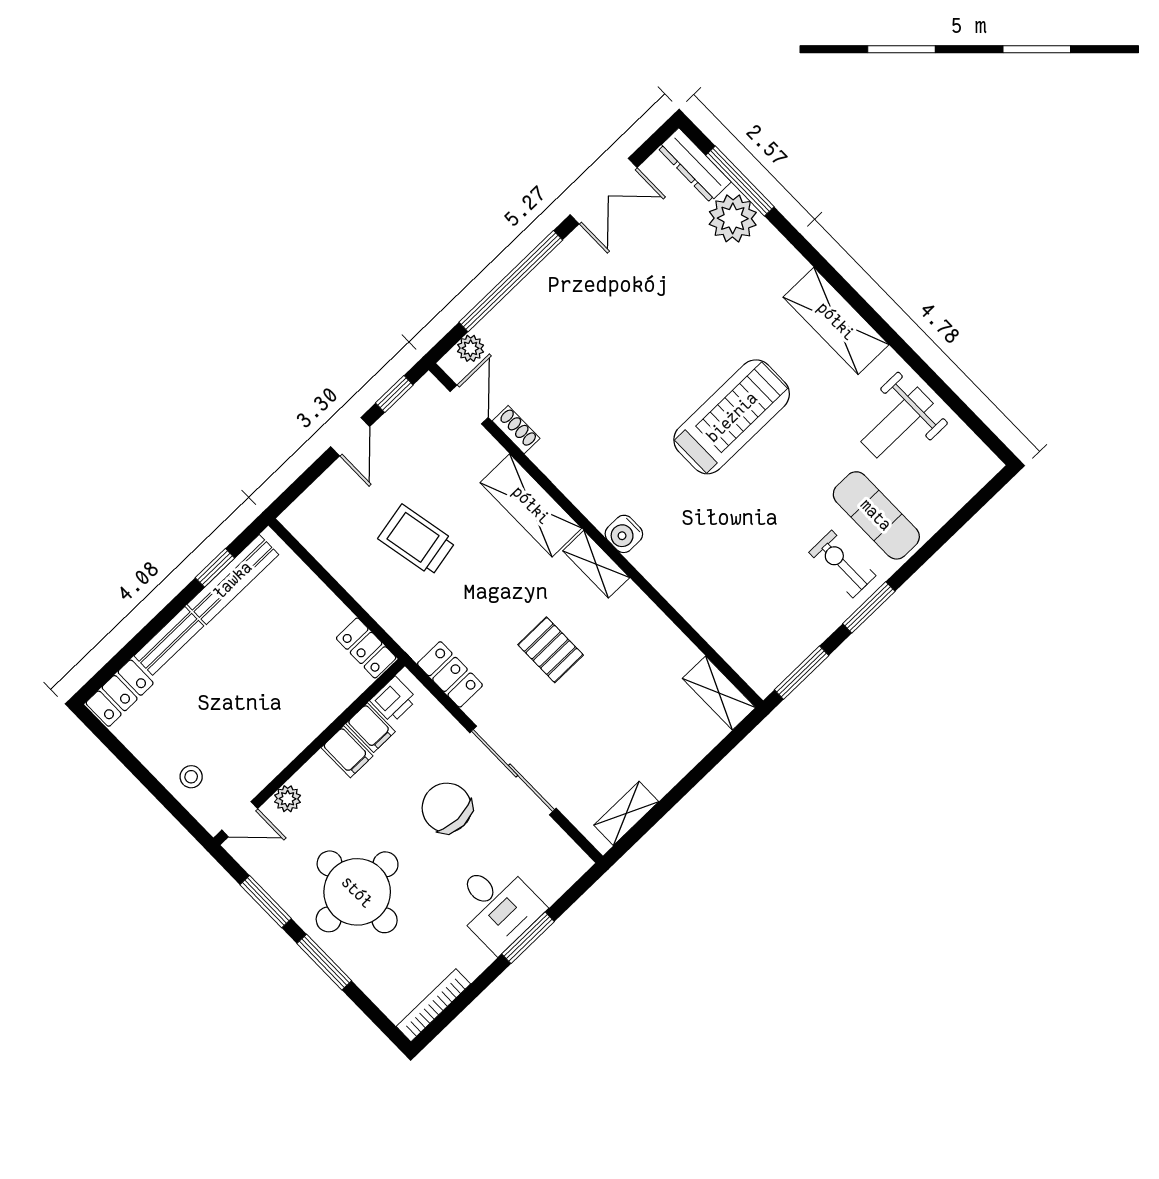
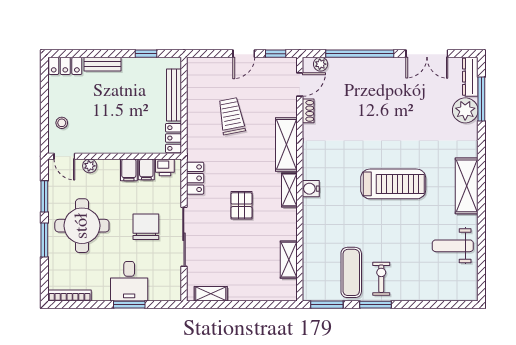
exercise mat: (876, 515) -> (351, 272), moved
bench: (233, 580) -> (174, 95), moved, turned 90
shelving: (719, 693) -> (289, 260), moved

